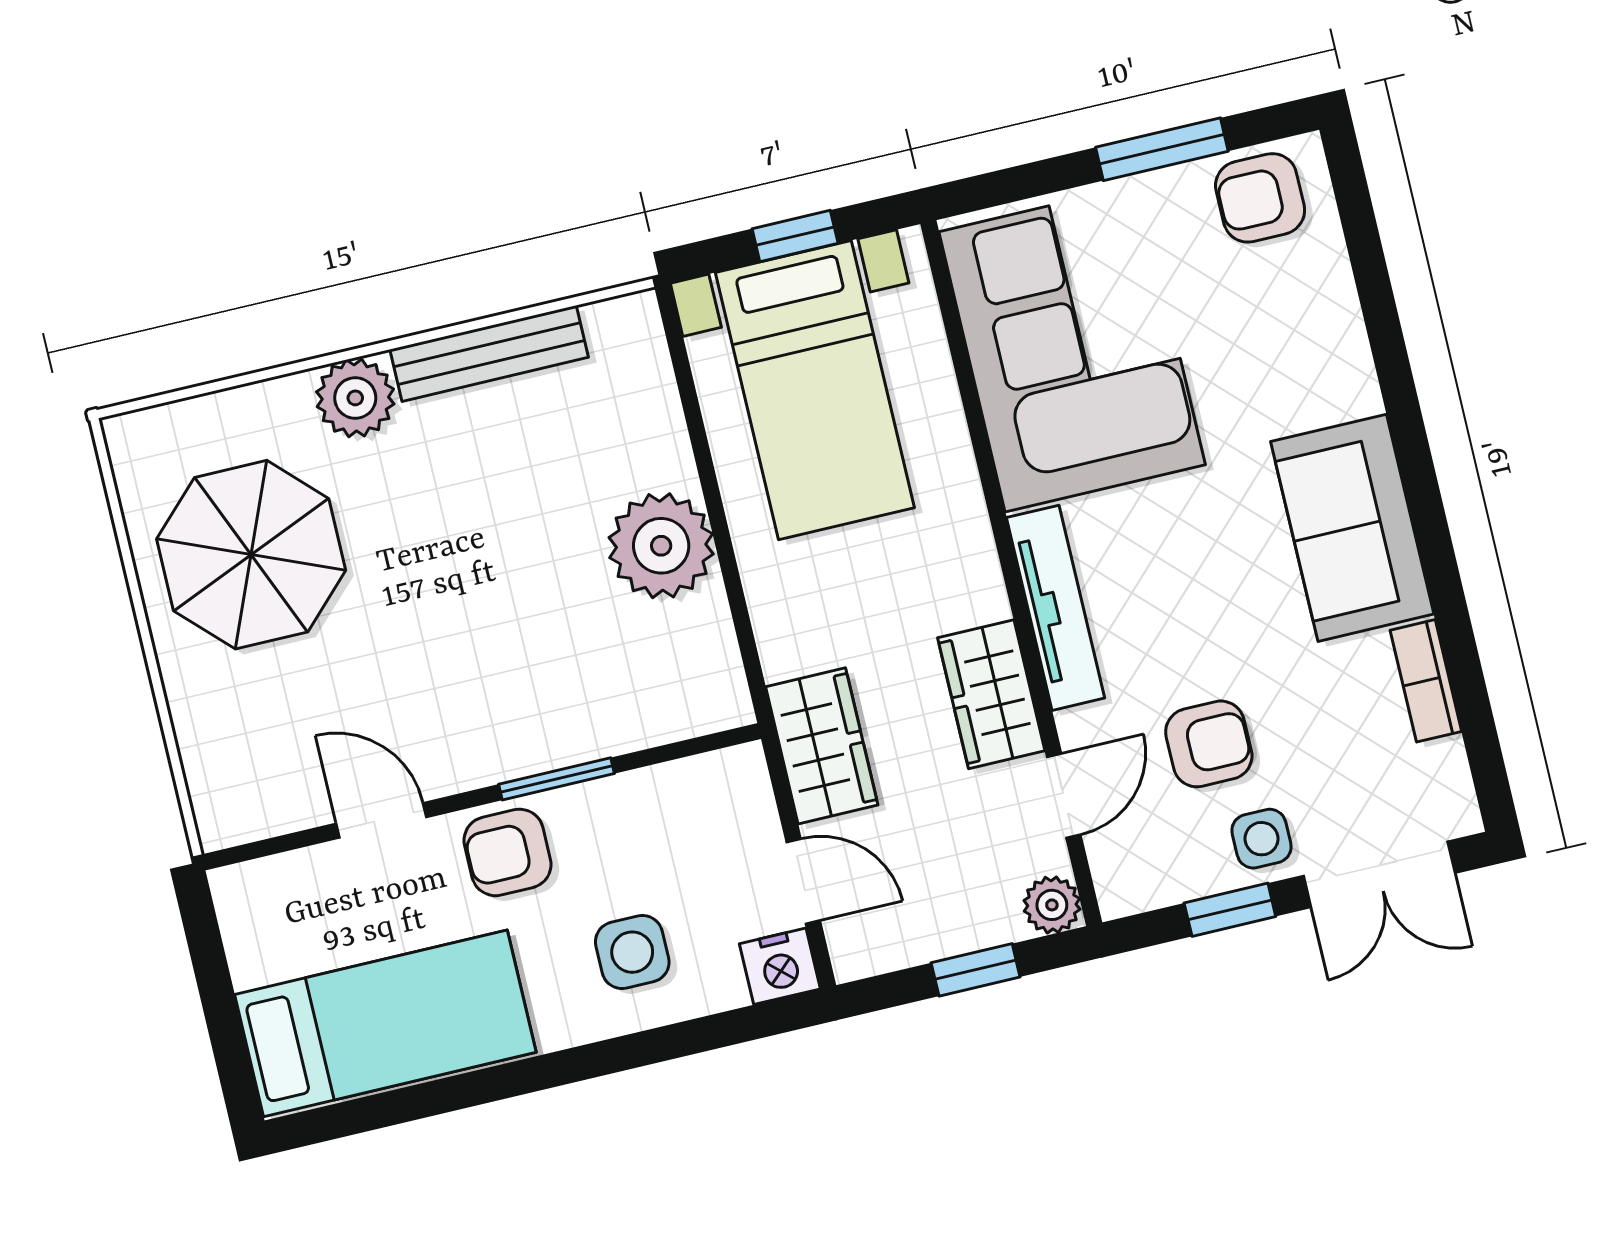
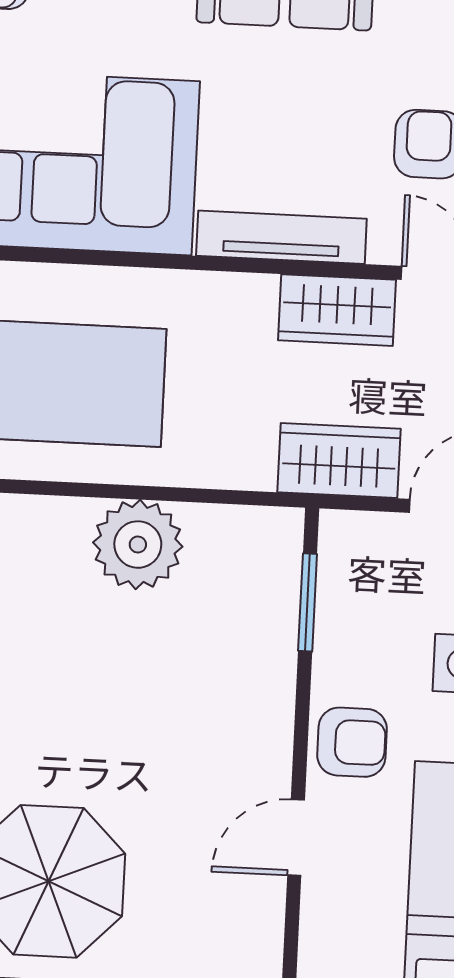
window: (556, 779) -> (308, 602), moved
armchair: (508, 852) -> (352, 742), turned -90

